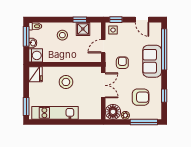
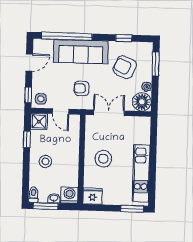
shower: (83, 29) -> (39, 122), moved
sofa: (152, 61) -> (81, 52), width x1.36
armchair: (141, 97) -> (125, 67), turned -67
window: (144, 122) -> (156, 64), width x0.69

